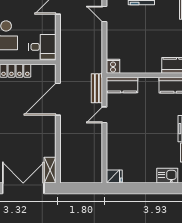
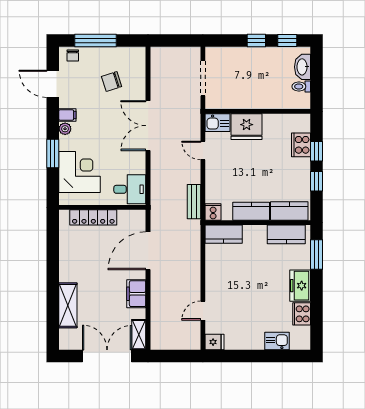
kitchen counter: (145, 66) -> (251, 211), added
bench: (97, 88) -> (194, 202), moved
door: (104, 115) -> (203, 311), moved
filing cabinet: (48, 135) -> (136, 294), added

